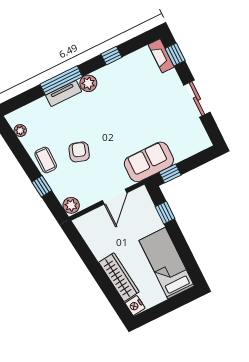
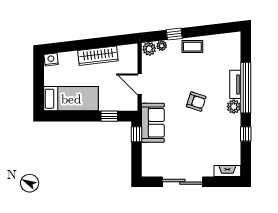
window: (175, 55) -> (223, 182), removed
window: (61, 80) -> (246, 88), width x1.46
sliding door: (197, 99) -> (182, 182), width x1.37
plant: (20, 131) -> (162, 46), moved
armchair: (79, 152) -> (196, 102), moved
wardrobe: (119, 277) -> (98, 56), moved

